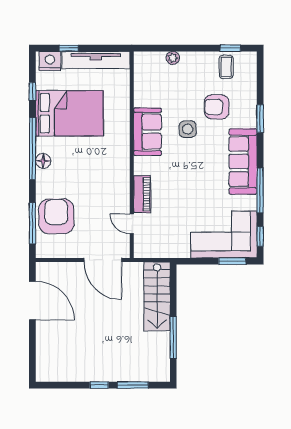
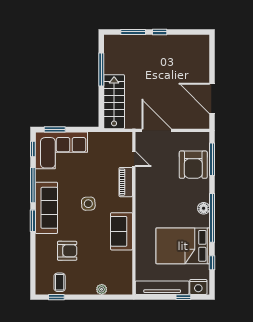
window: (260, 119) -> (33, 221), moved
side table: (188, 129) -> (88, 204), moved

